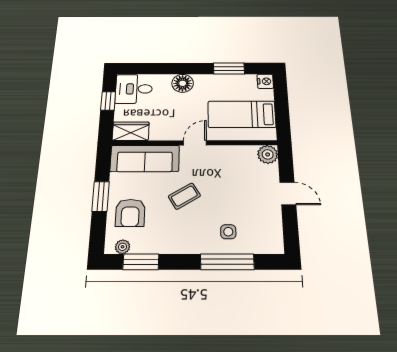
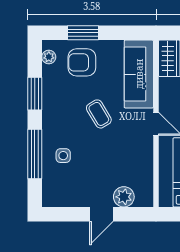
plant: (268, 154) -> (124, 197), moved
window: (101, 196) -> (83, 33), moved
window: (141, 262) -> (35, 94), moved

